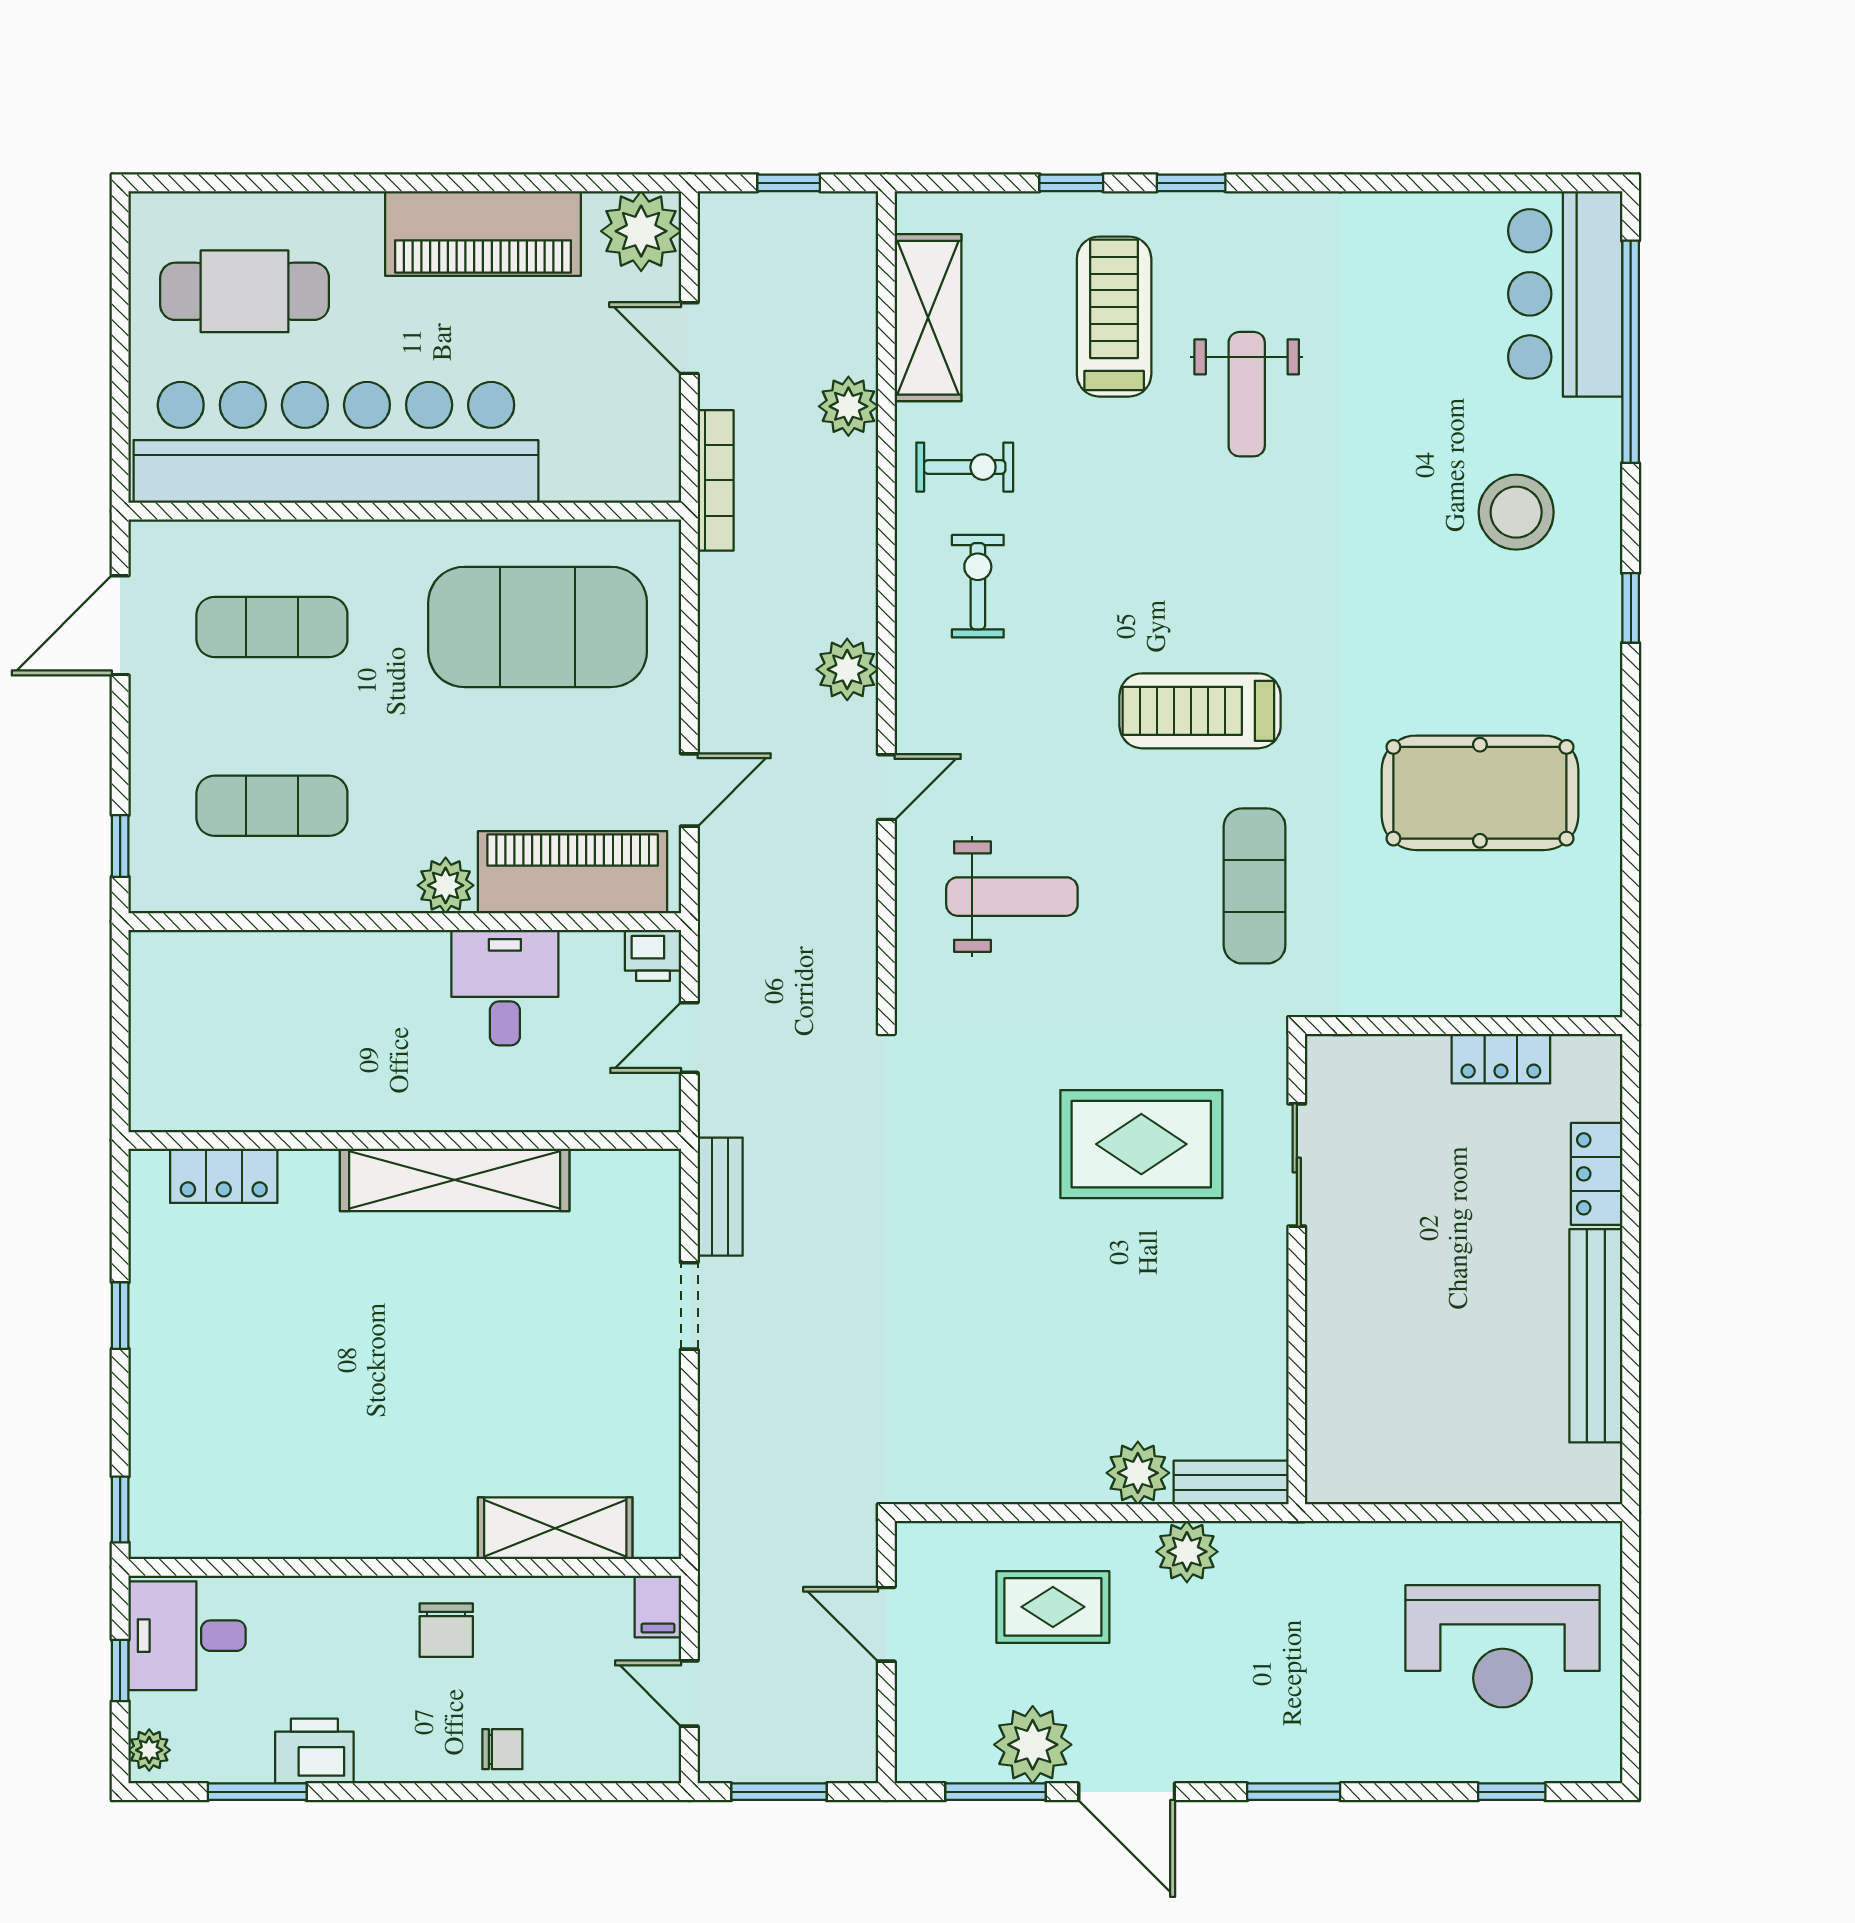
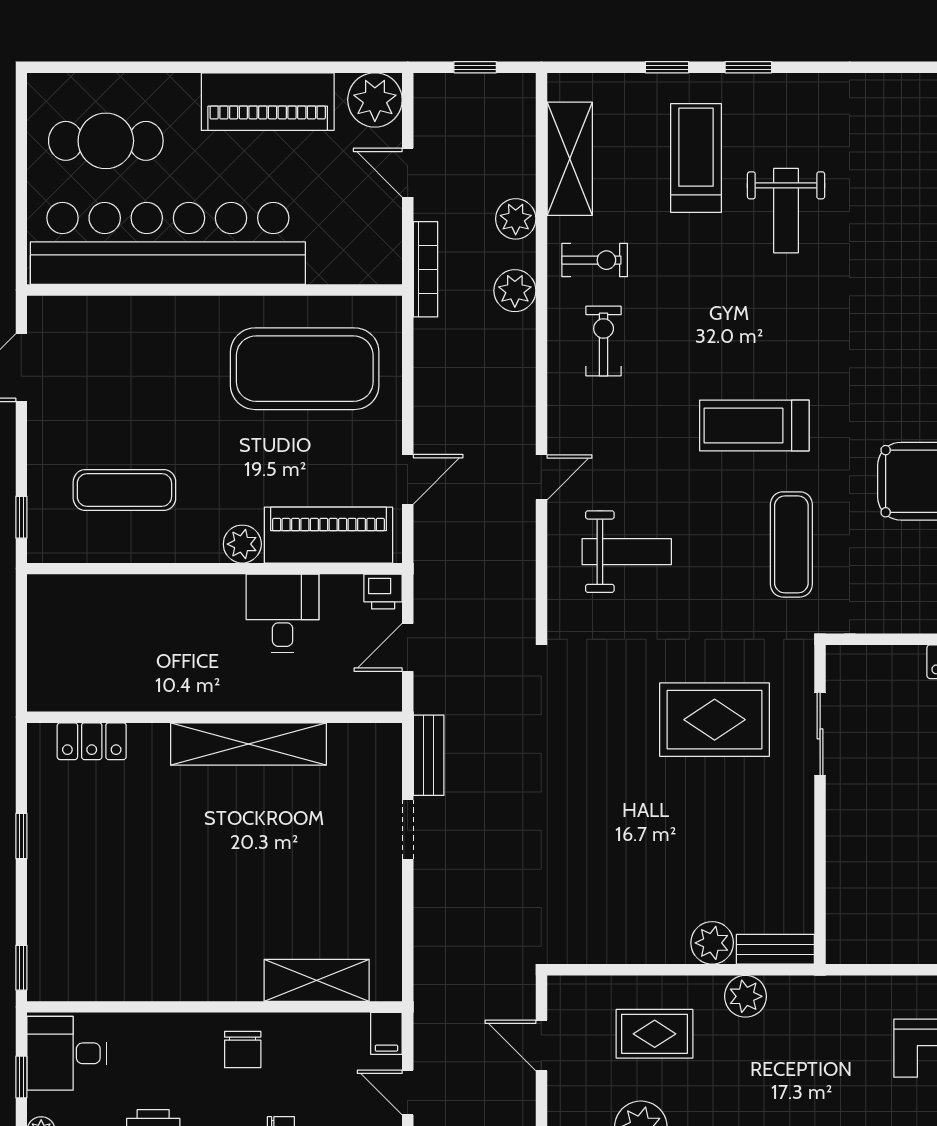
exercise mat: (272, 627) -> (124, 369), removed
plant: (847, 669) -> (515, 291), moved

